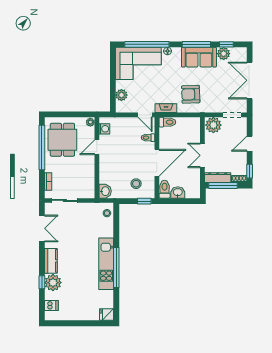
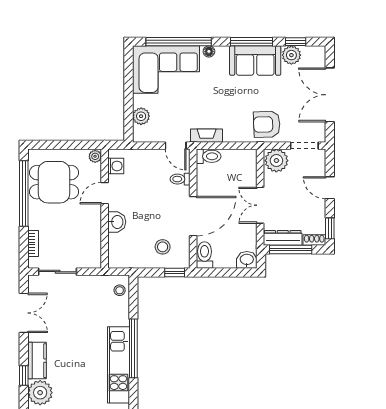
armchair: (191, 94) -> (267, 124), moved
dining table: (62, 140) -> (54, 182), turned 90
door: (250, 144) -> (330, 188), hinge flipped
washbasin: (105, 191) -> (117, 222), moved
washbasin: (178, 192) -> (247, 260), moved
window: (116, 267) -> (133, 348), moved
window: (42, 282) -> (24, 375), moved

